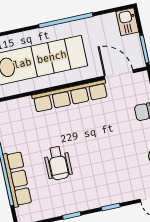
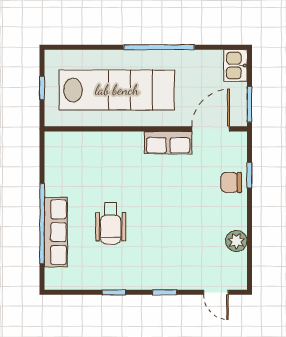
door: (119, 74) -> (211, 129), hinge flipped
row of seats: (70, 96) -> (168, 143), width x0.50

